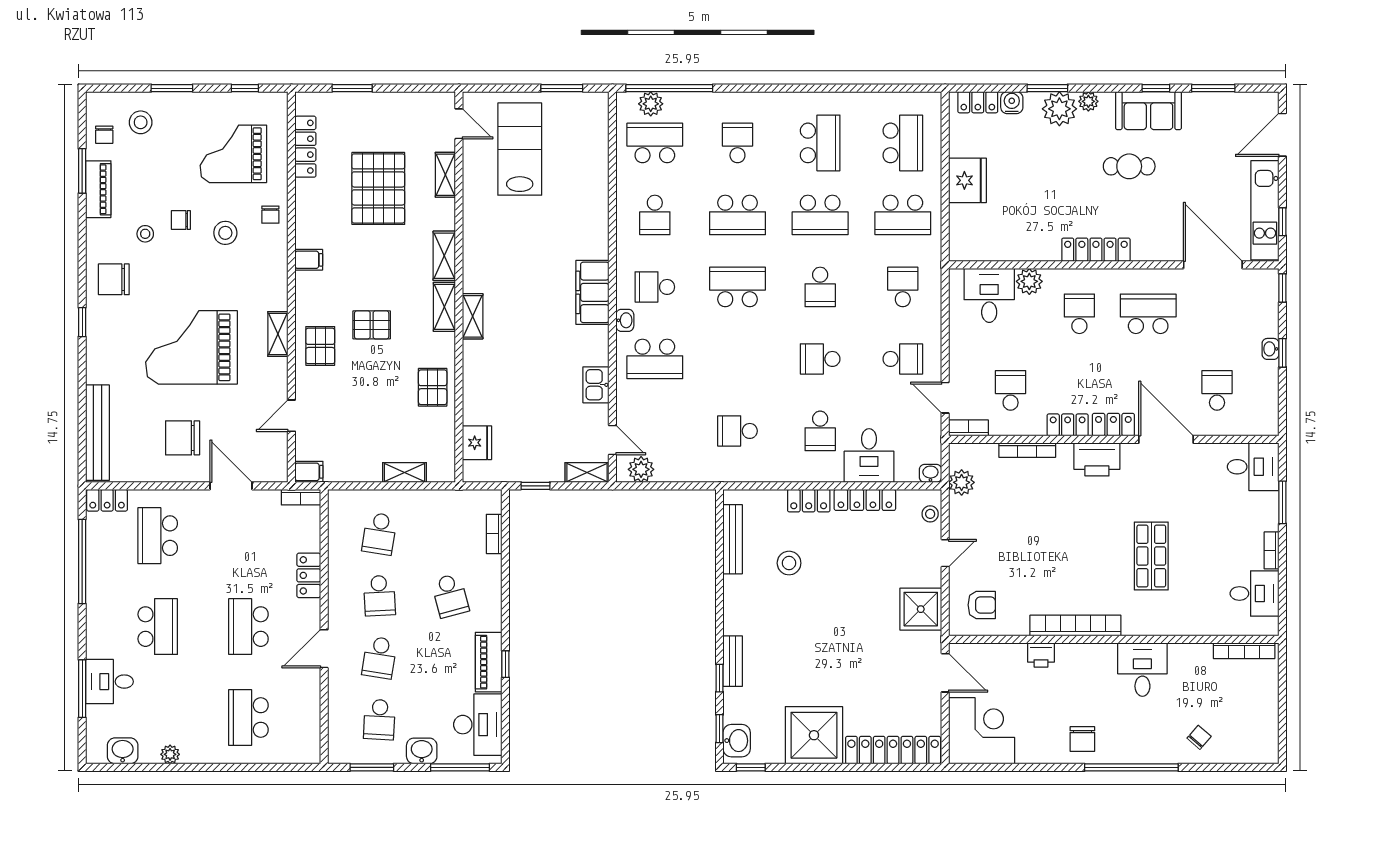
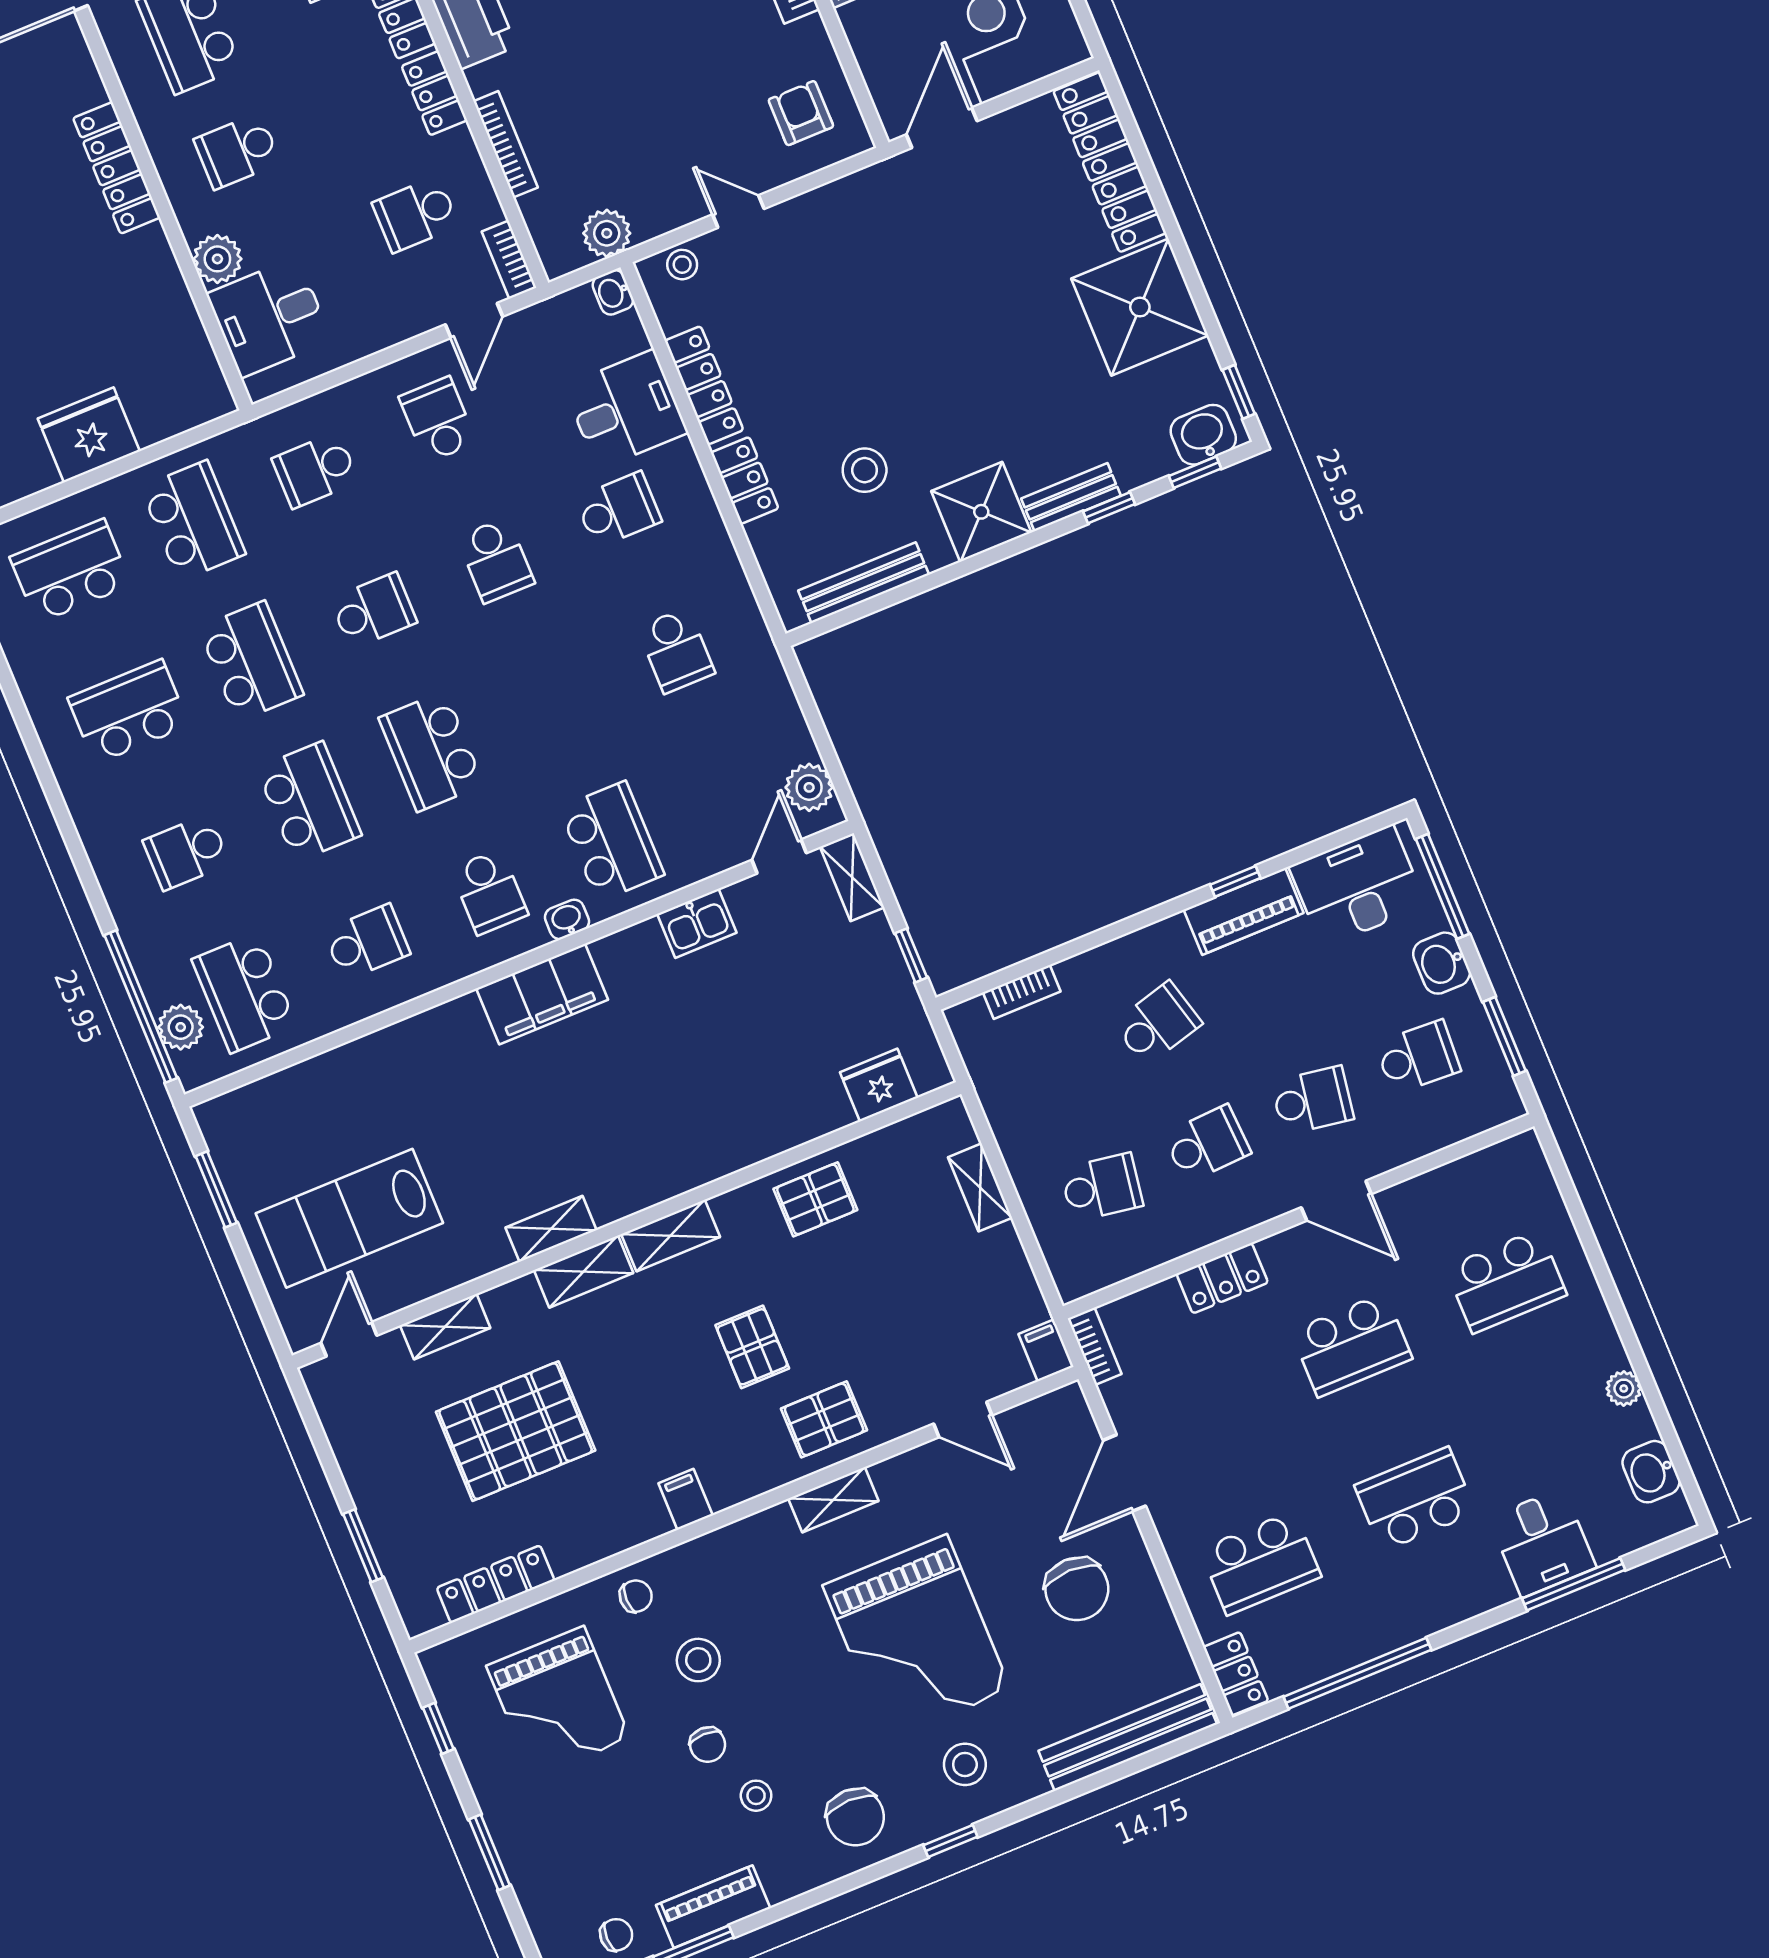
stool: (141, 122) -> (965, 1764), moved
shelving: (473, 316) -> (551, 1229), moved
shower: (921, 609) -> (981, 512), moved

